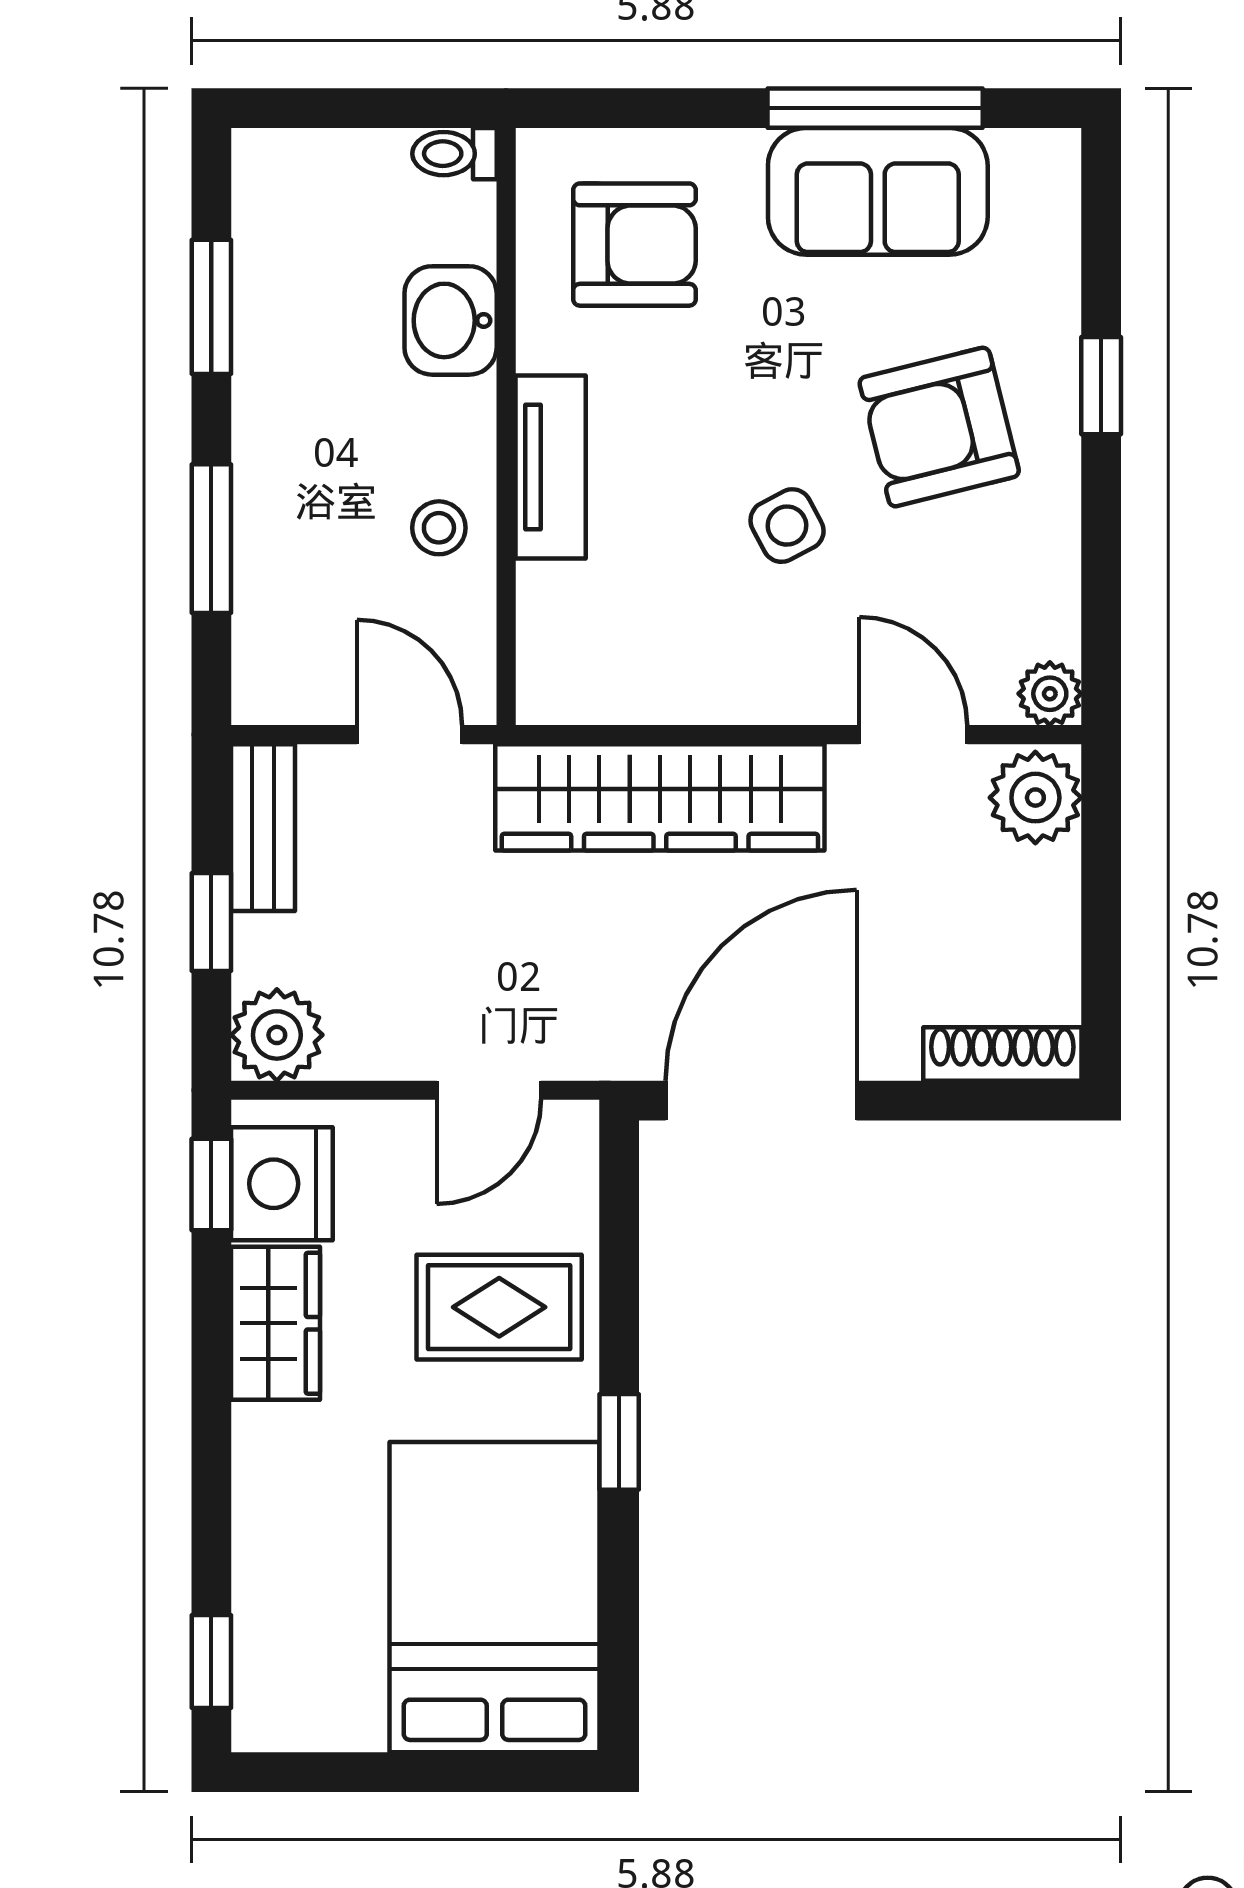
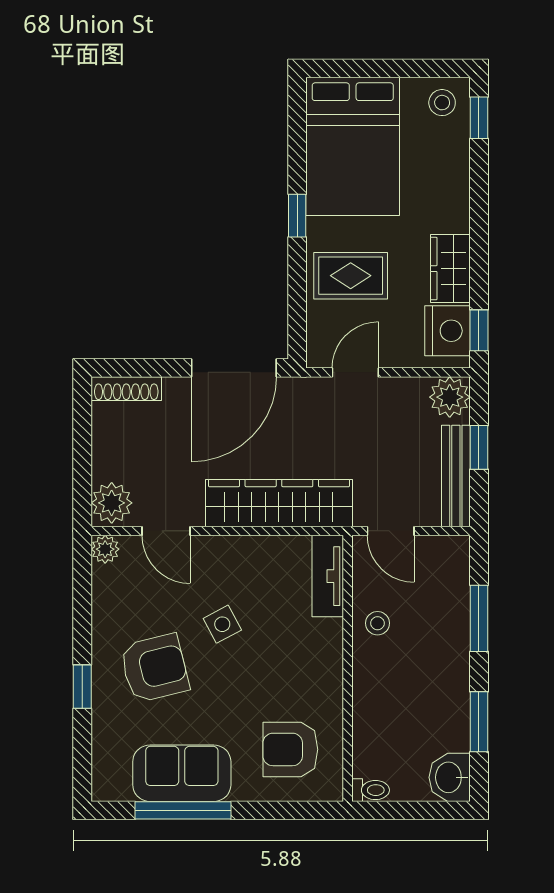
washbasin: (451, 320) -> (450, 777), moved, turned 180
tv unit: (551, 467) -> (328, 576), moved
bench: (263, 828) -> (456, 476), width x1.36
stool: (294, 1696) -> (442, 103), added

